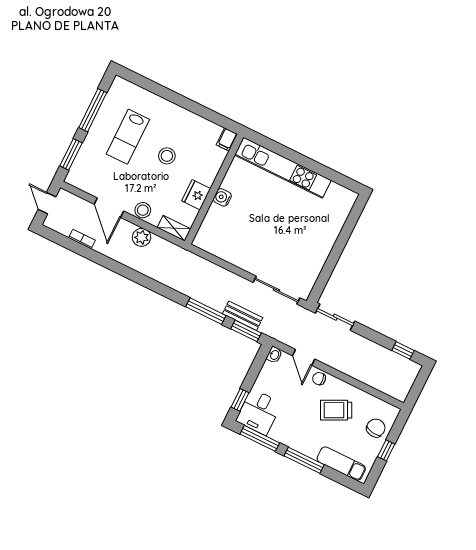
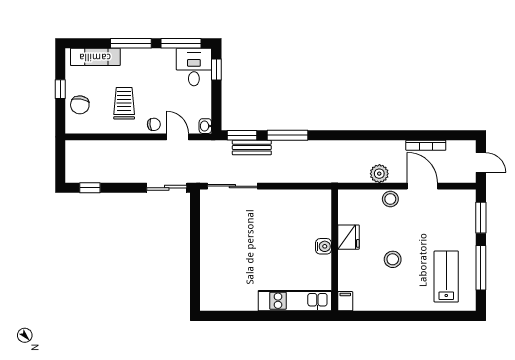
lab bench: (128, 137) -> (446, 277), moved
kitchen unit: (283, 168) -> (295, 301), width x0.73
shelving: (174, 228) -> (354, 197), removed
bookcase: (82, 239) -> (426, 145), width x1.56
trolley: (336, 410) -> (124, 103), turned -64

